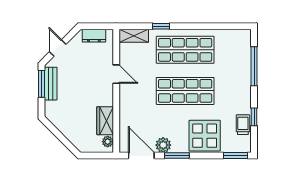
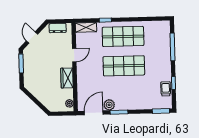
door: (116, 74) -> (74, 55), hinge flipped
bench: (51, 84) -> (28, 63), removed
wardrobe: (105, 121) -> (67, 78), moved
display table: (205, 136) -> (139, 97), removed
door: (141, 156) -> (94, 113), hinge flipped

